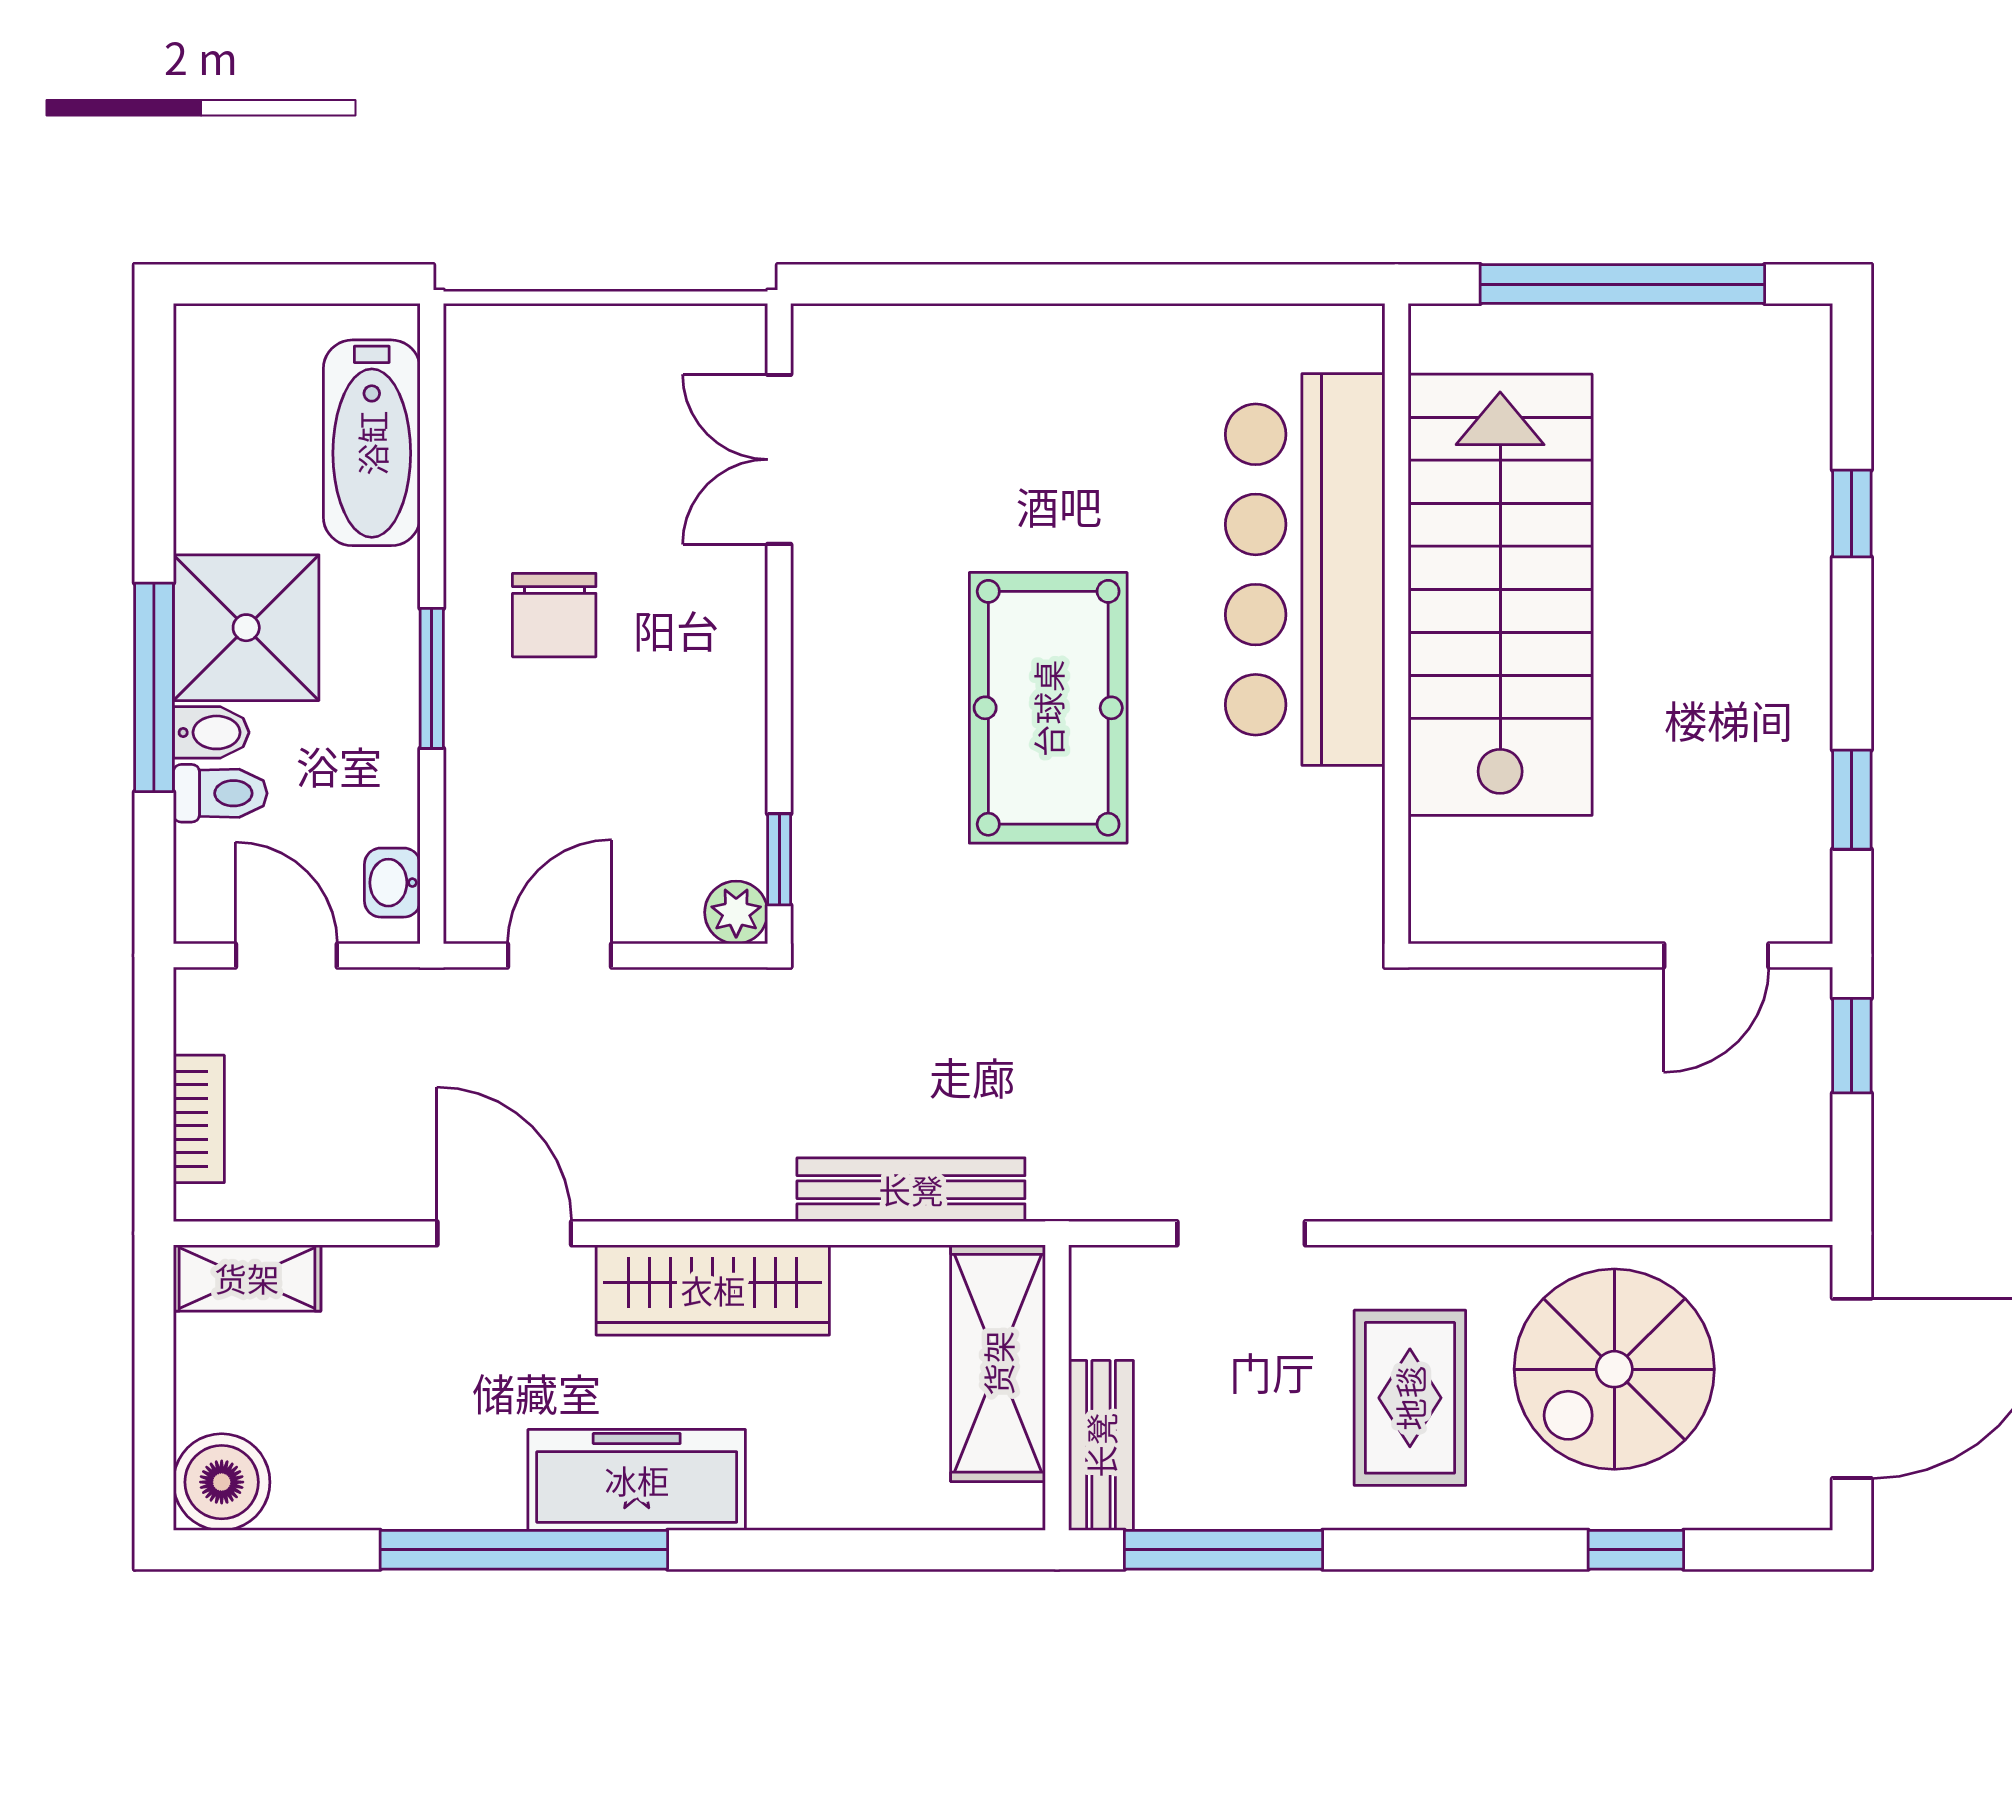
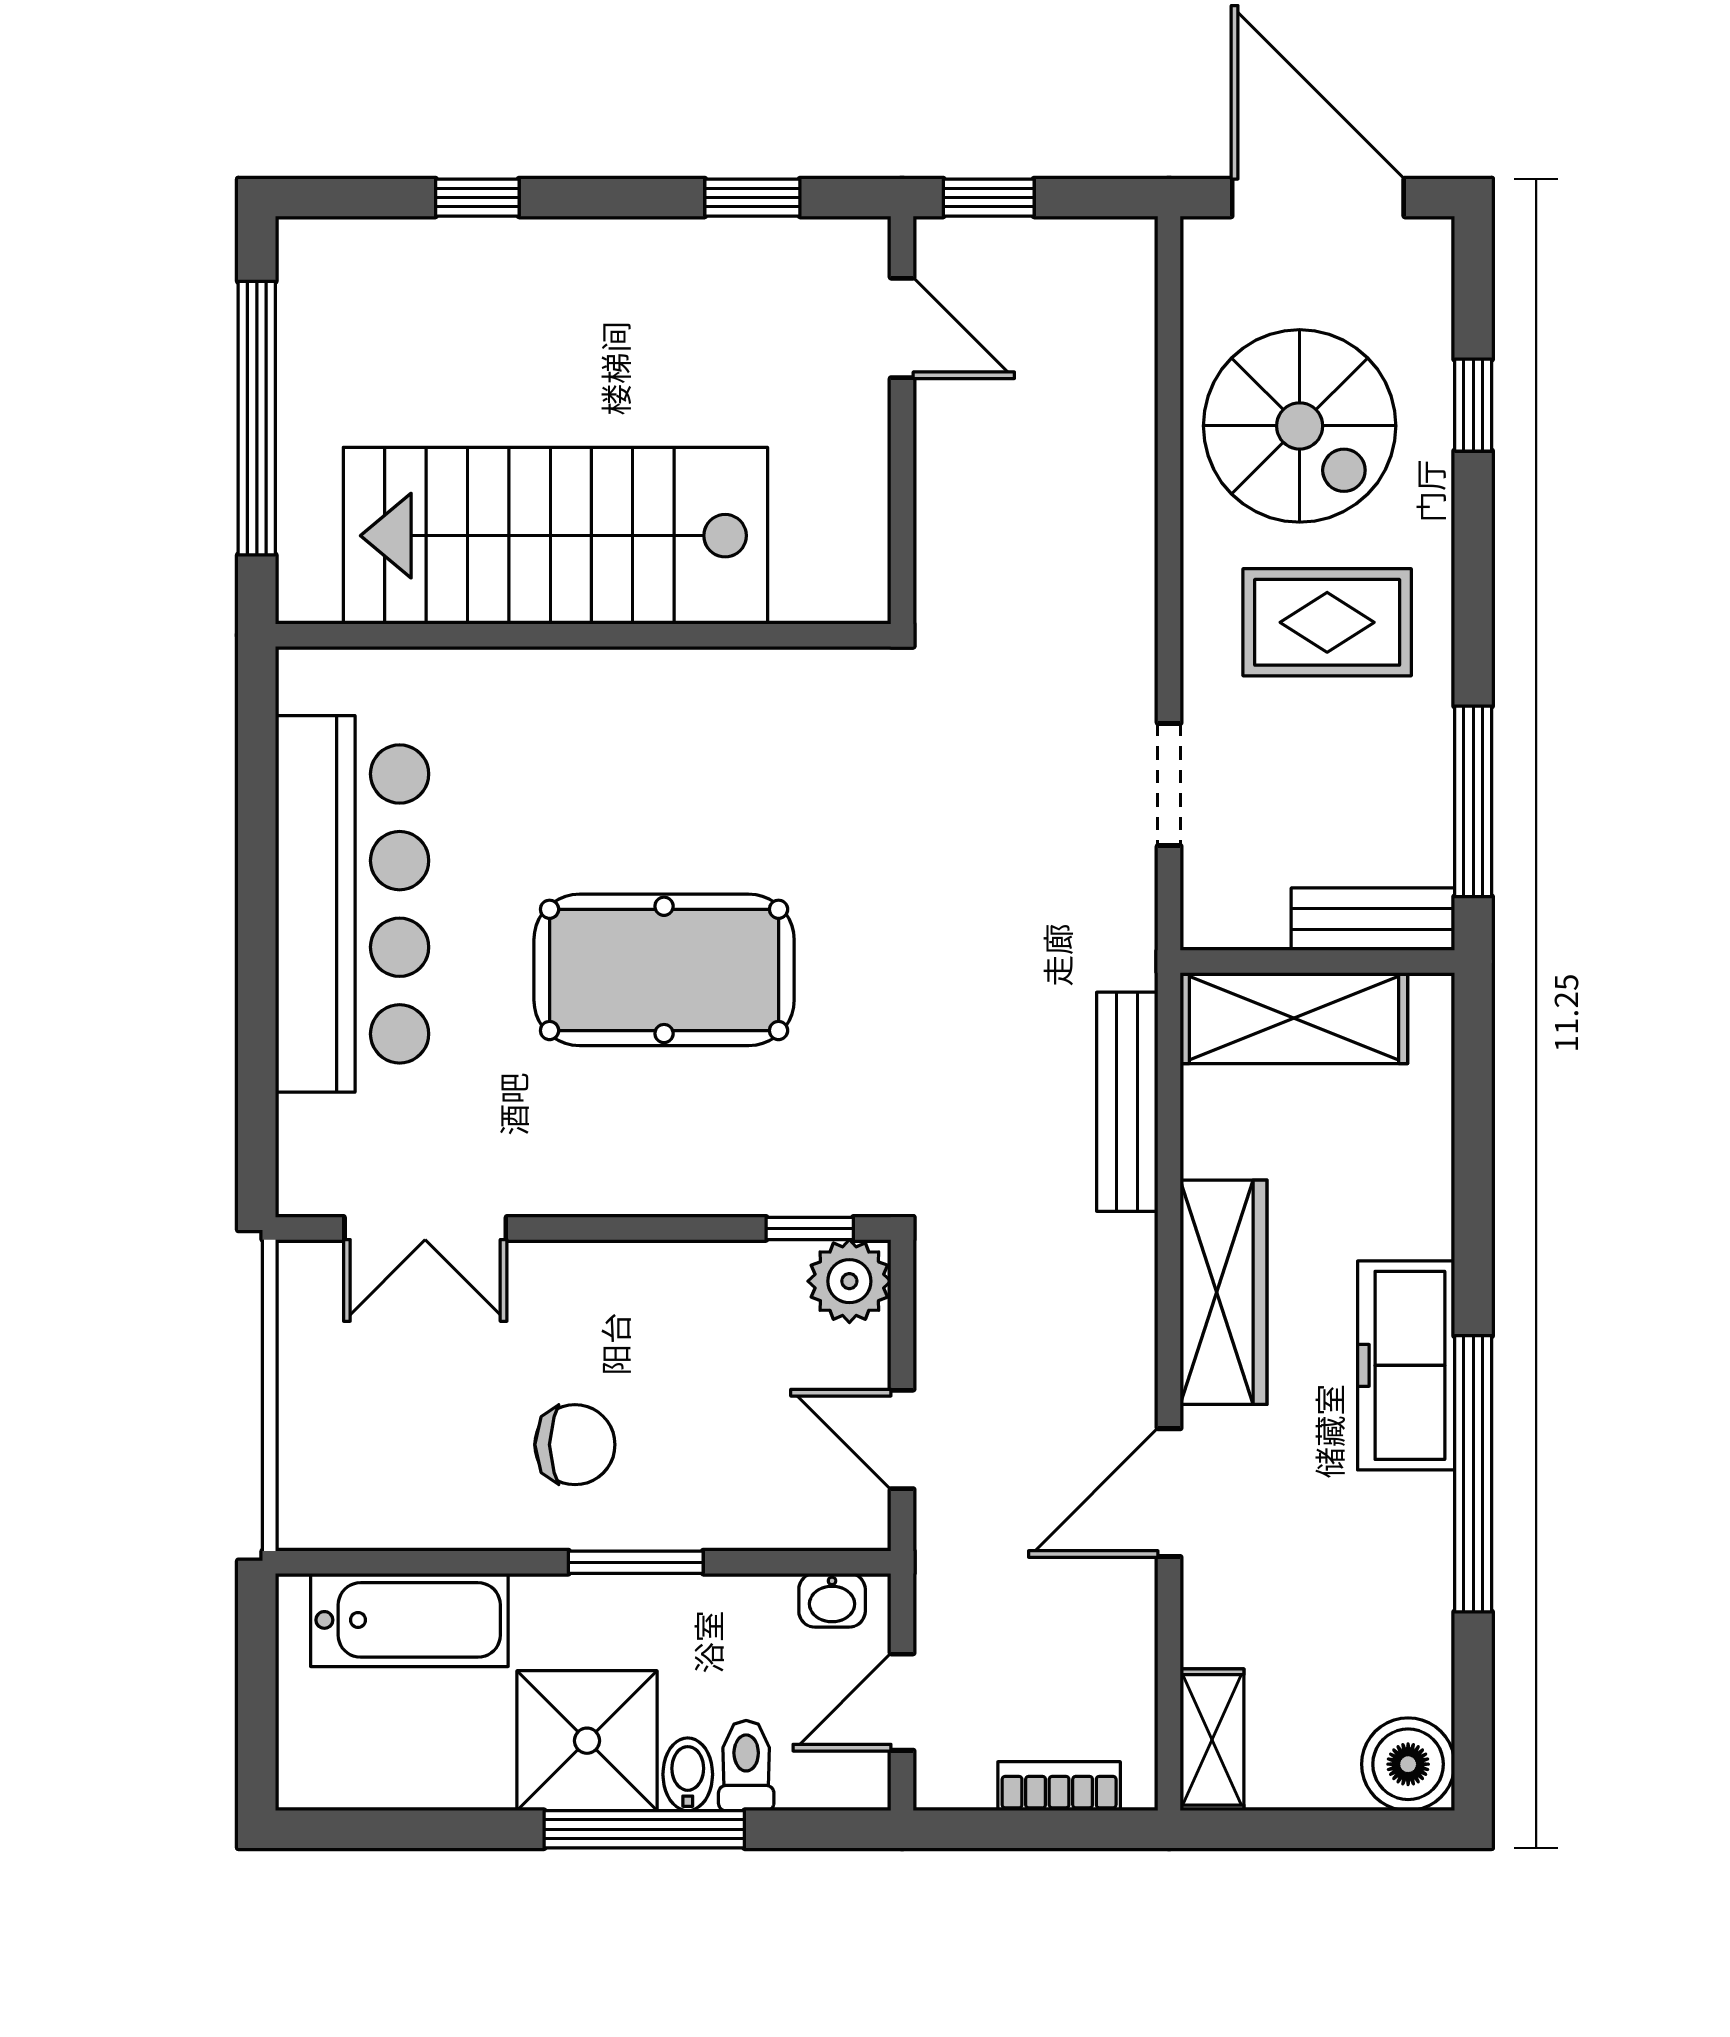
bar counter: (1305, 570) -> (352, 904), moved, turned -90
plant: (736, 912) -> (849, 1281), width x1.38, depth x1.38

